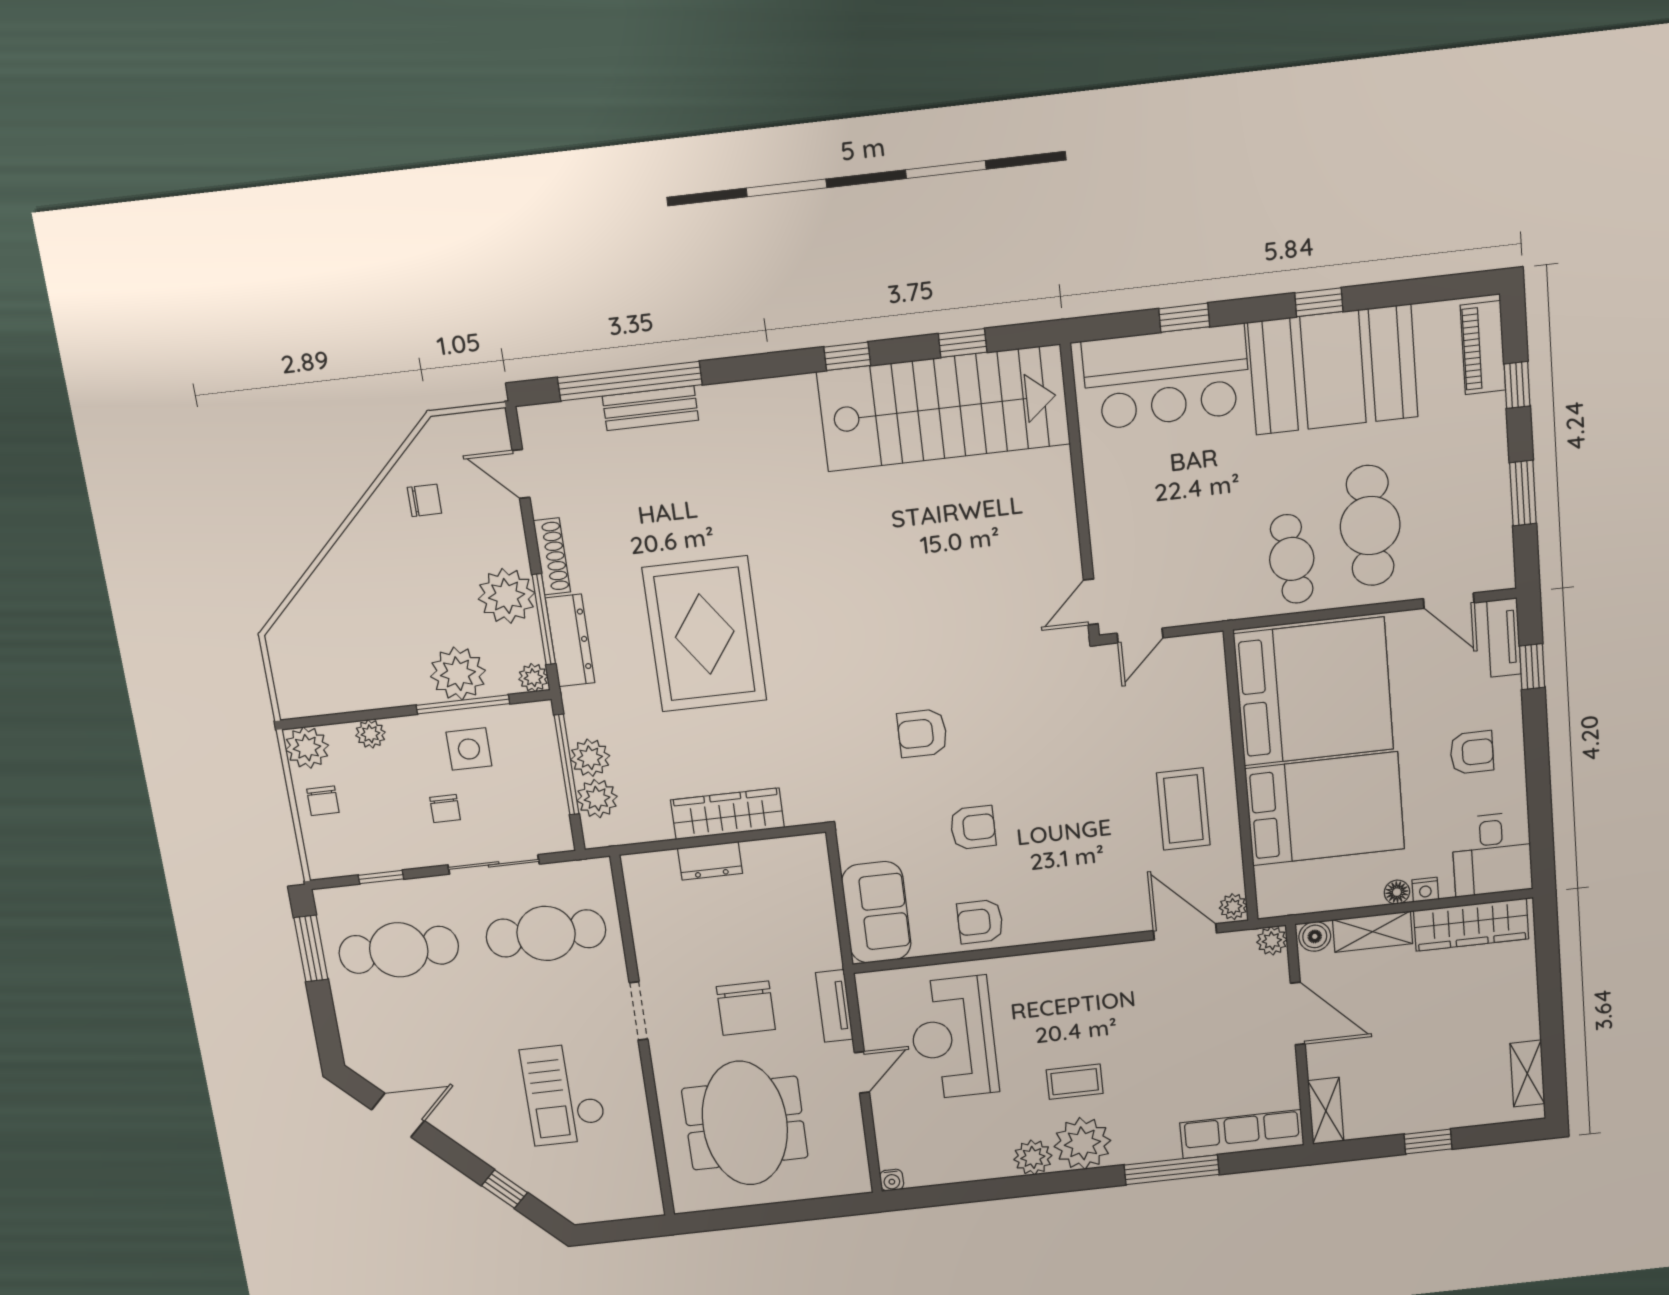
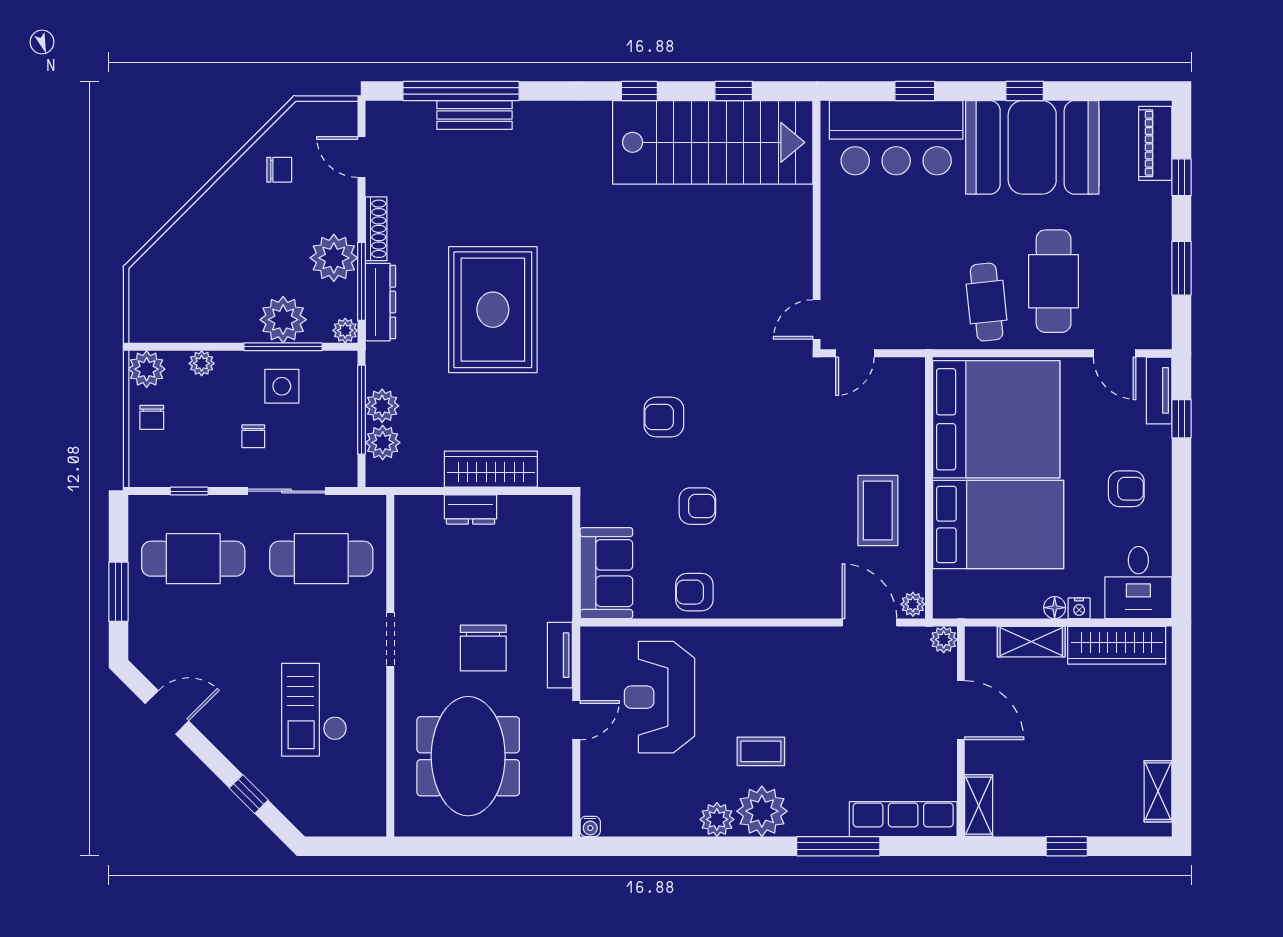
boiler: (1315, 936) -> (981, 640), removed
window: (311, 949) -> (118, 592), moved

